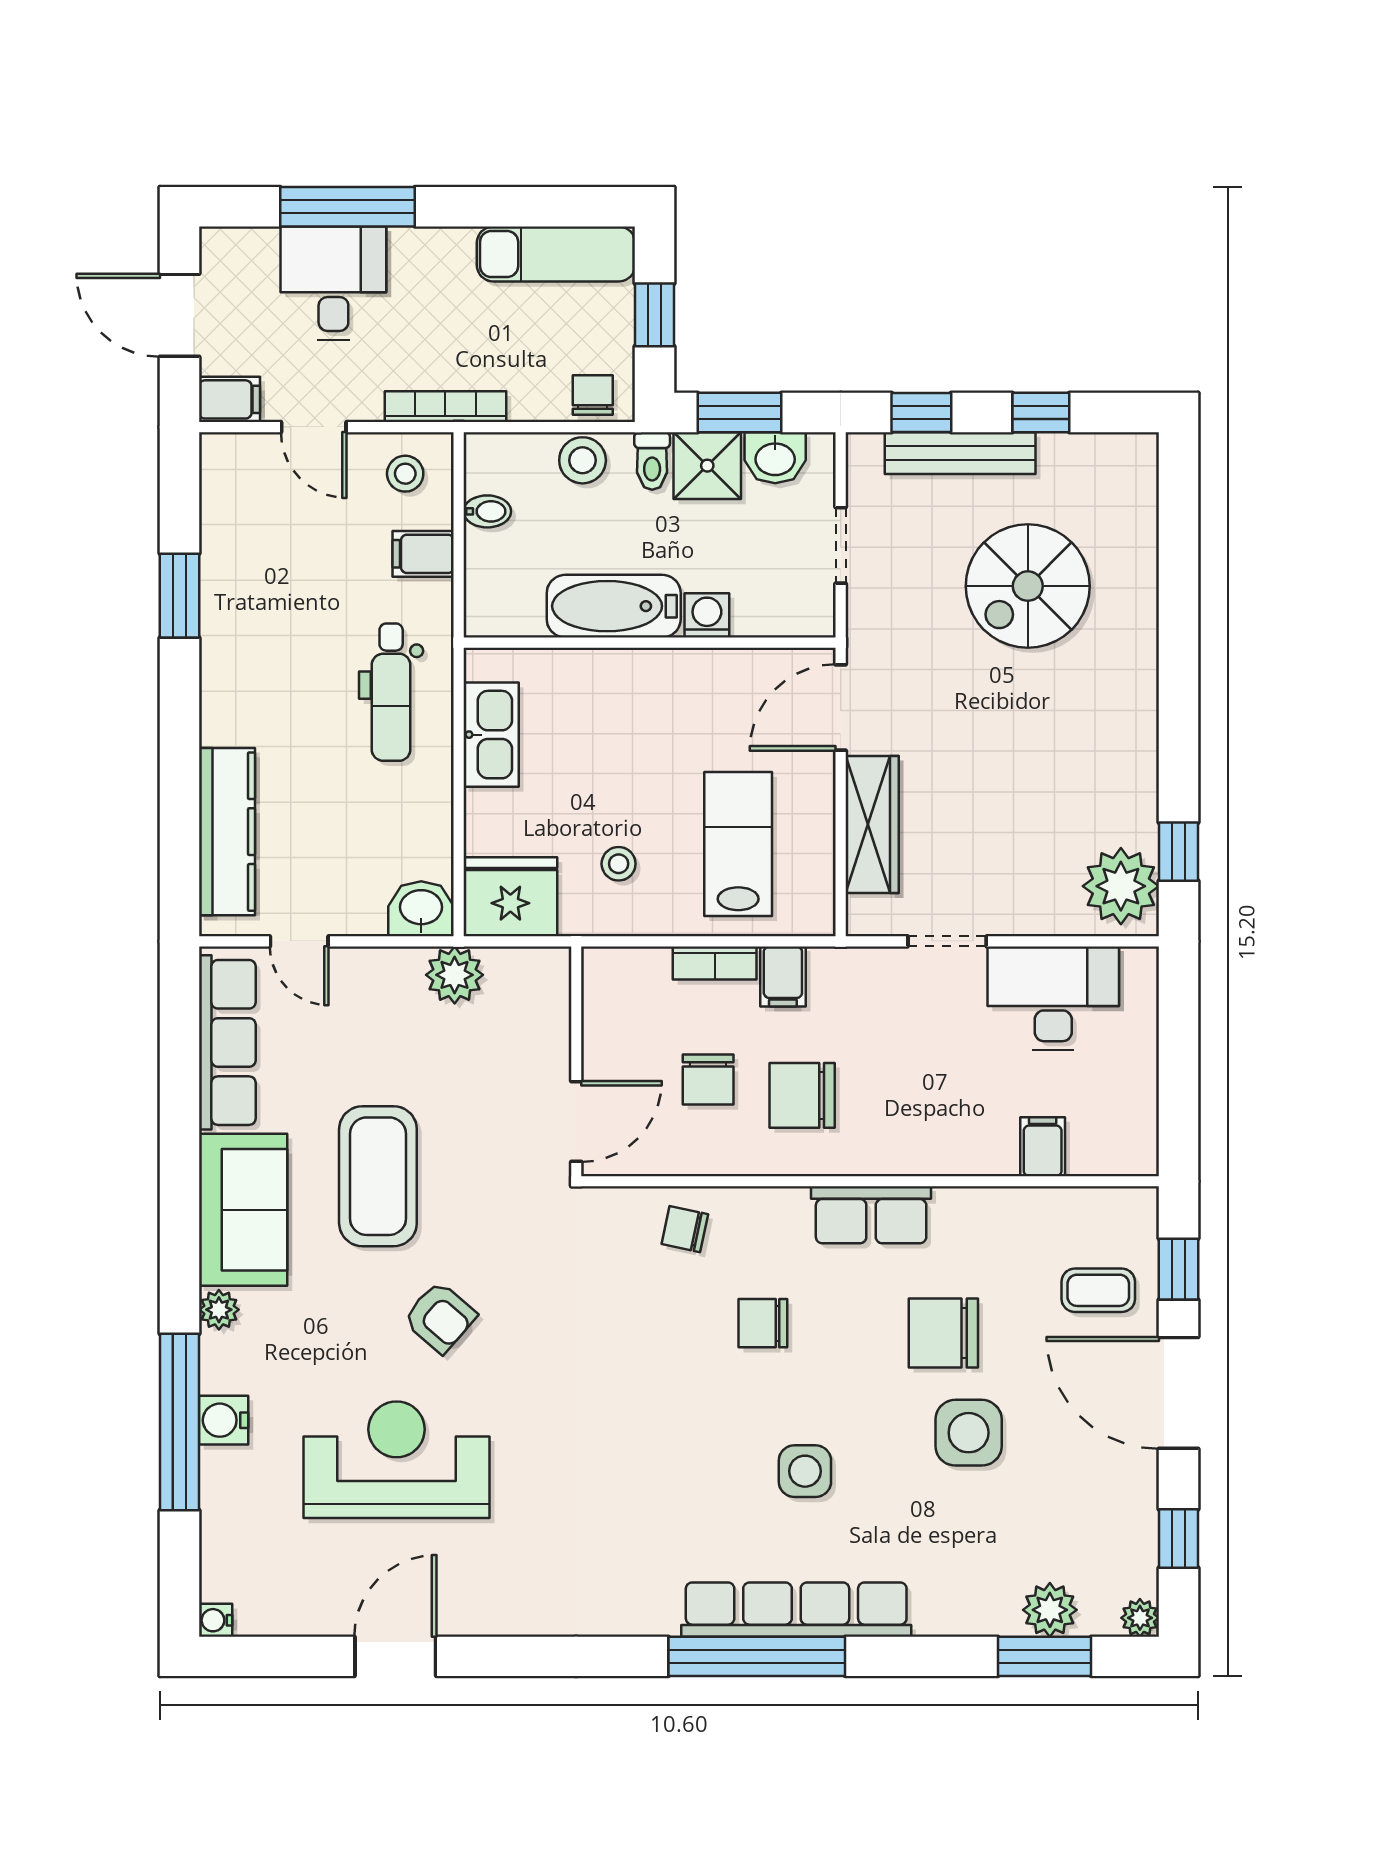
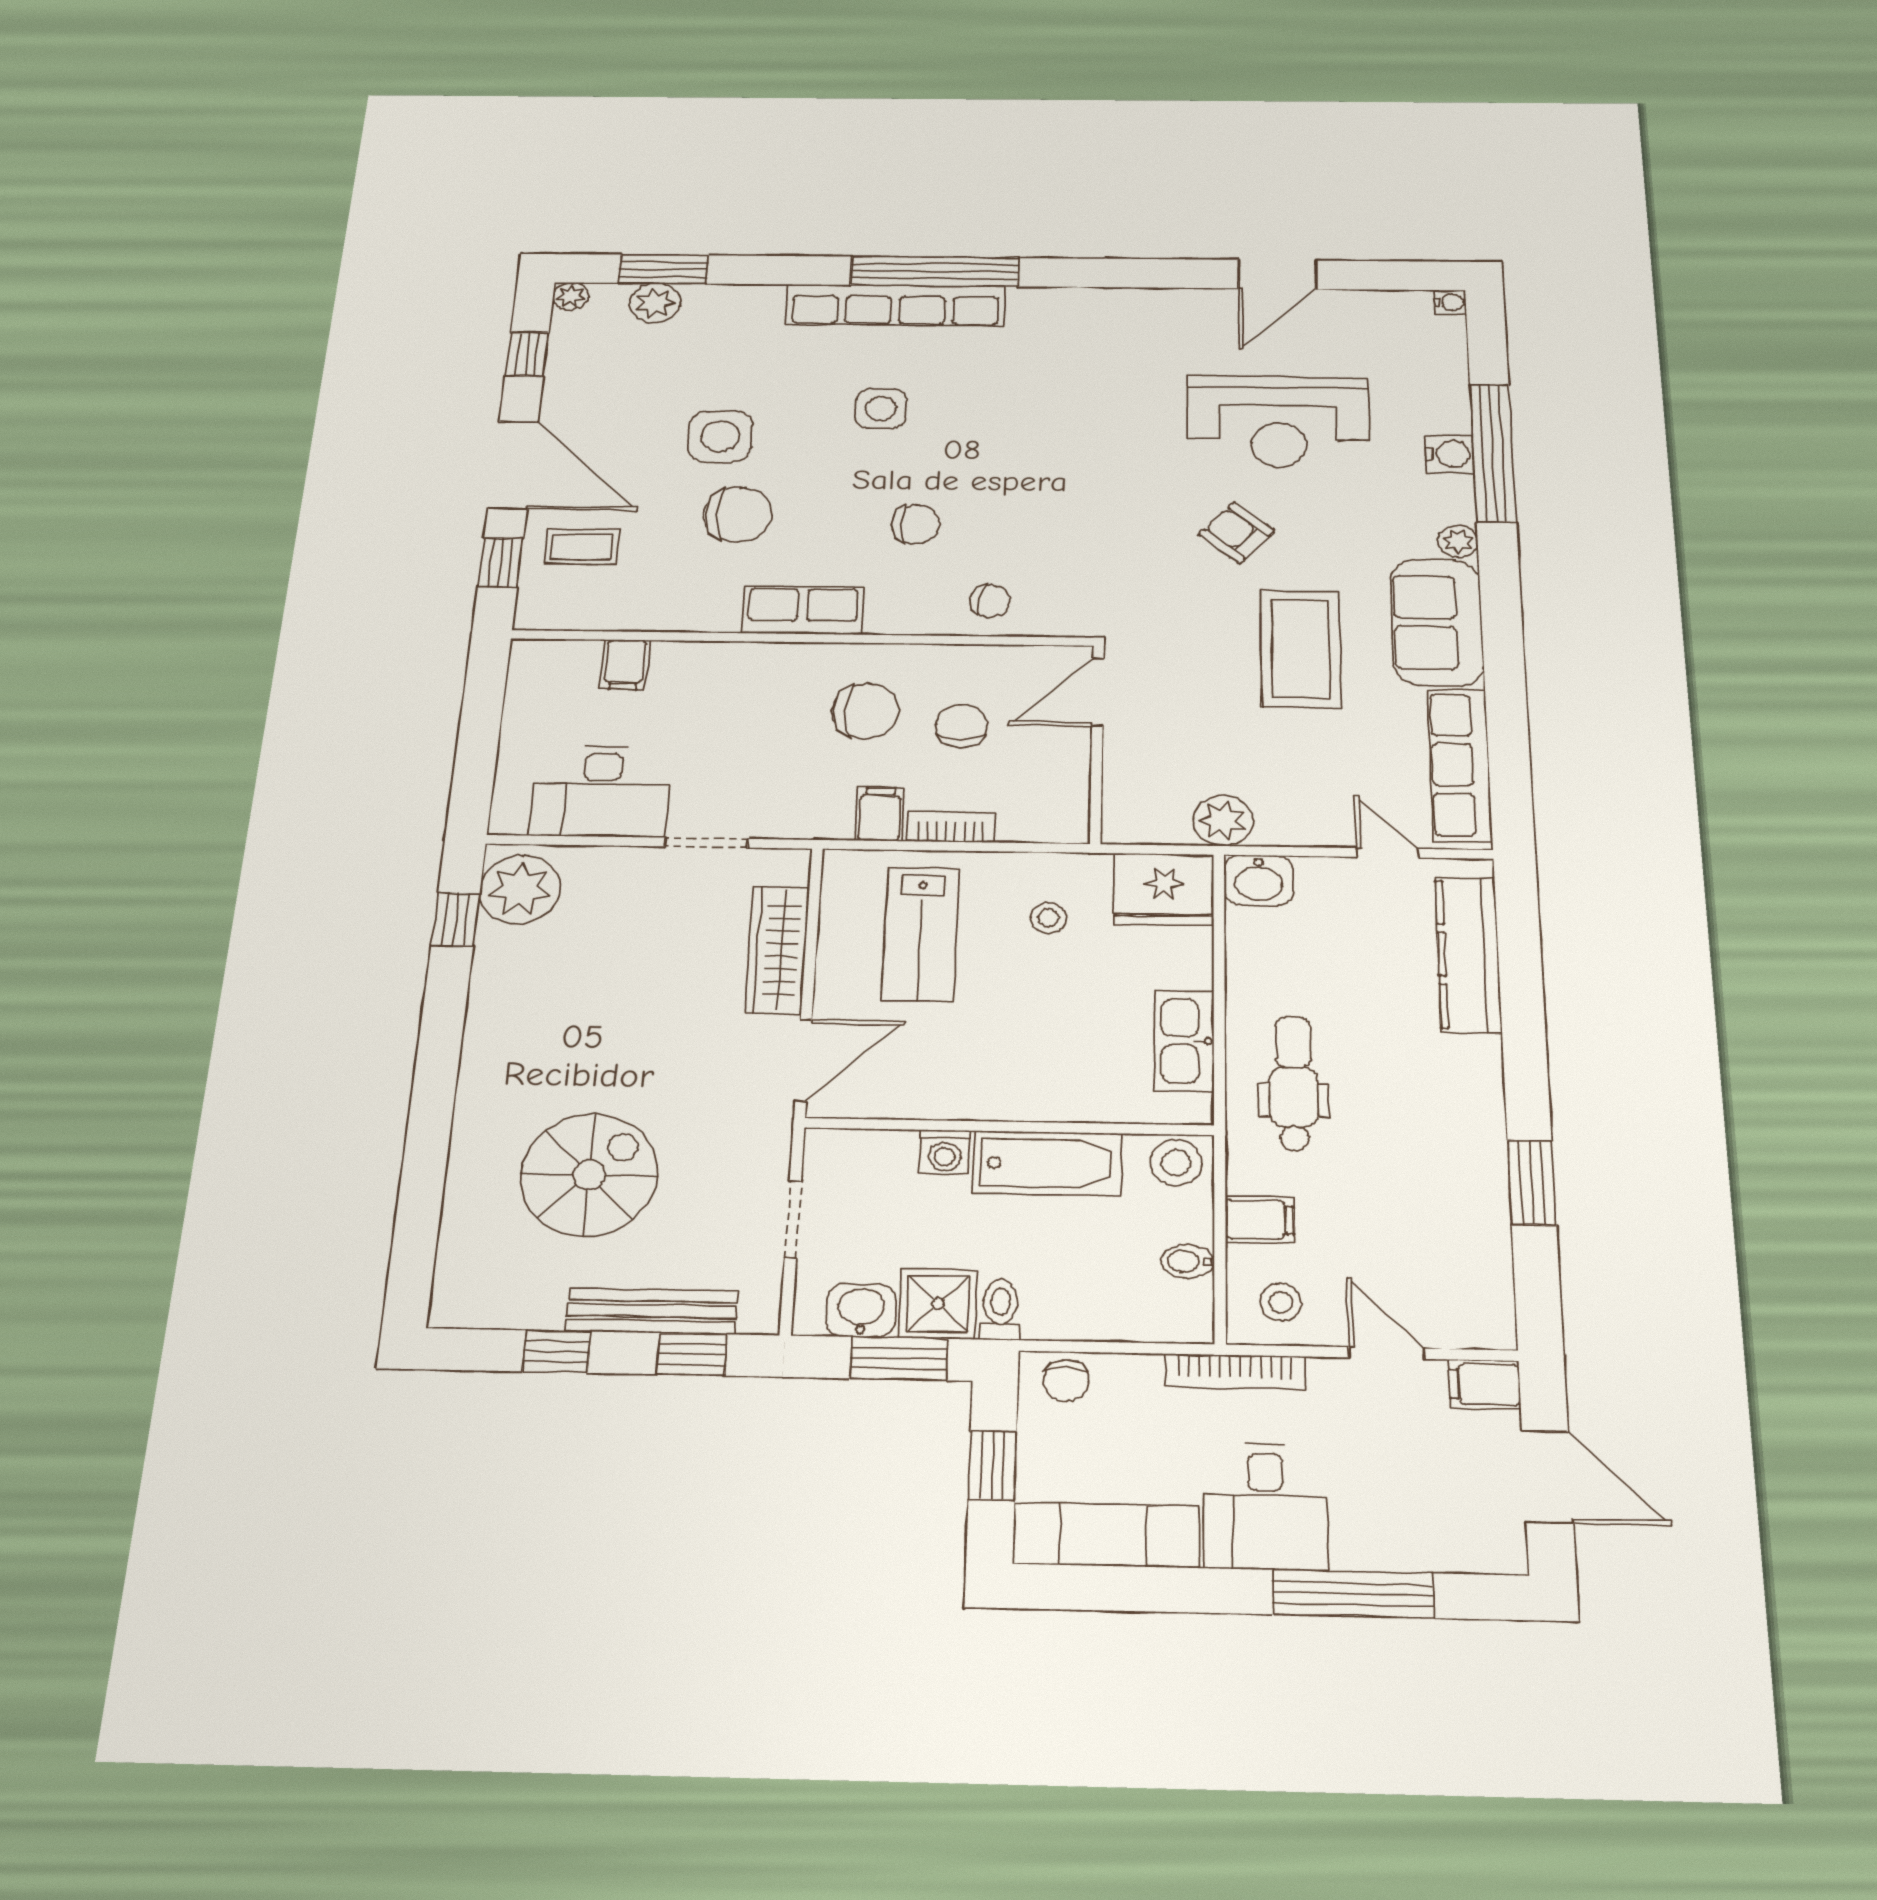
desk: (333, 283) -> (1266, 1506), moved
stool: (583, 460) -> (1176, 1163), moved

